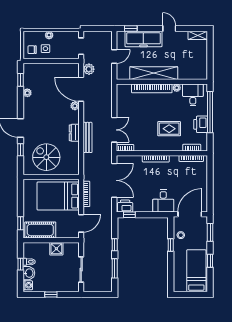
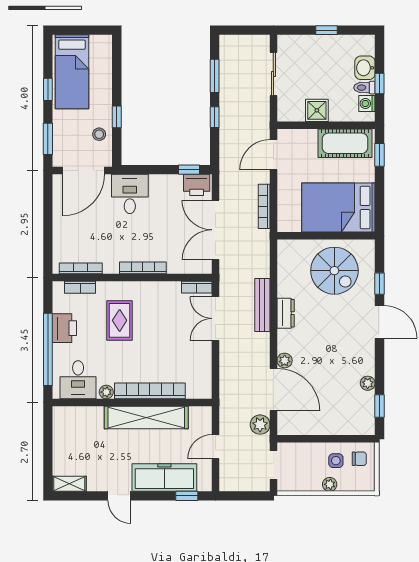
rug: (169, 129) -> (120, 320), turned 90
bed: (58, 196) -> (338, 208), moved, turned 180
washing machine: (28, 285) -> (367, 104), moved

